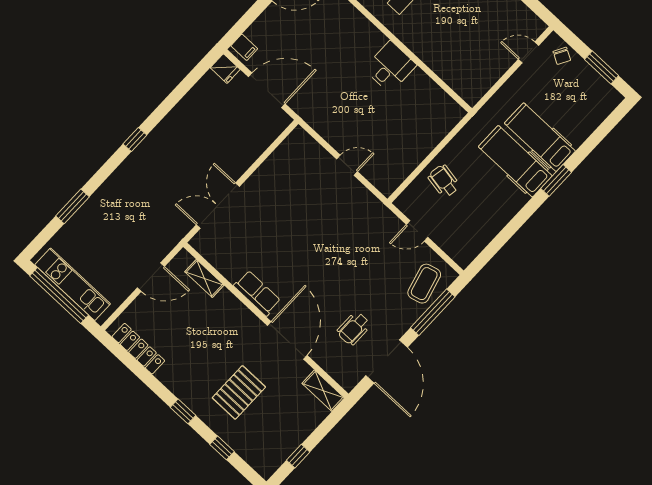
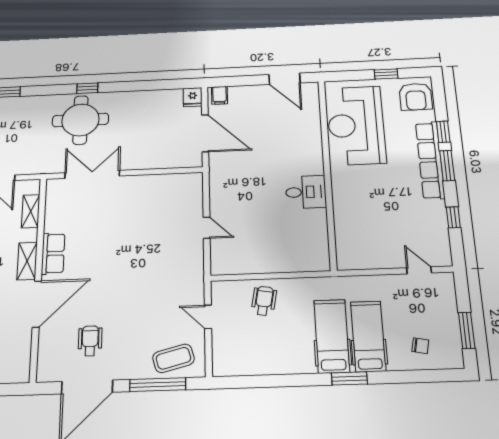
chair: (562, 56) -> (420, 346), moved, turned -108
round table: (160, 171) -> (80, 120), added
wheelchair: (354, 328) -> (90, 341), turned 90
shelving: (323, 391) -> (27, 261), moved

